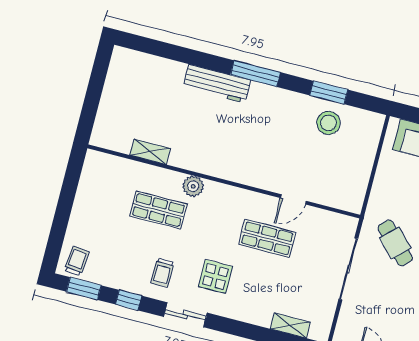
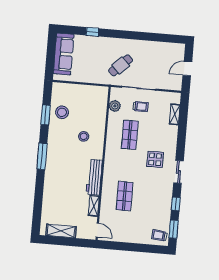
workbench: (217, 84) -> (94, 177), moved, turned 180
shelving: (115, 85) -> (61, 231), added
stool: (278, 155) -> (84, 136), added
plant: (193, 186) -> (115, 106), moved
door: (293, 199) -> (97, 230), moved
trolley: (162, 273) -> (141, 107), moved

